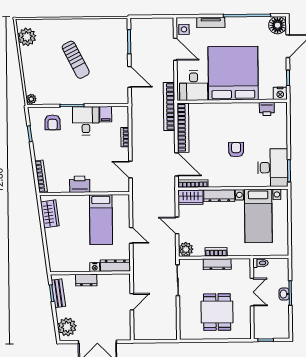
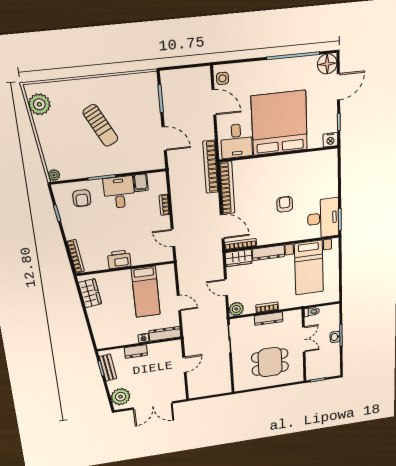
tv unit: (211, 22) -> (253, 68), removed
printer: (267, 109) -> (316, 158), removed
dining table: (217, 312) -> (270, 362), turned 90

